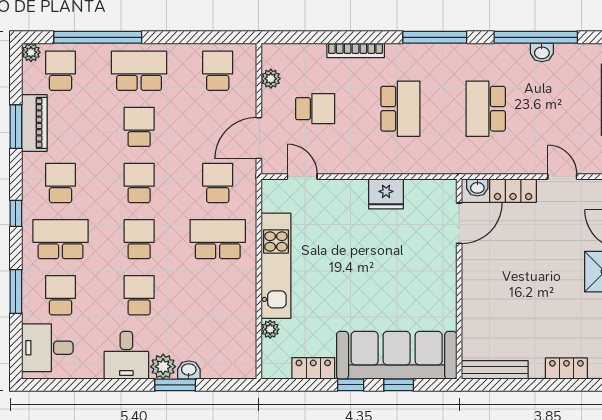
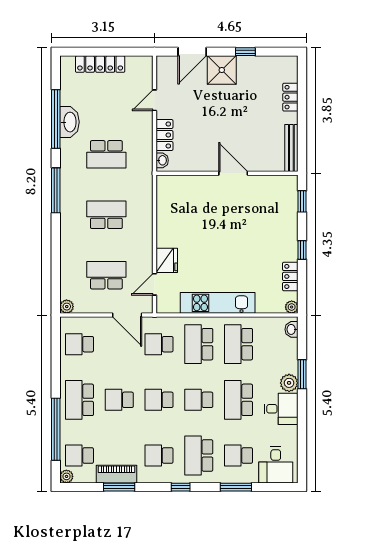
bookcase: (356, 50) -> (65, 247), removed
washbasin: (542, 52) -> (69, 122), width x1.91, depth x1.45
plant: (271, 79) -> (67, 307), moved
school desk: (315, 109) -> (106, 275), width x1.85
fridge: (386, 194) -> (167, 260), moved
door: (459, 223) -> (233, 173), moved
school desk: (139, 295) -> (239, 400), width x1.85
school desk: (218, 295) -> (239, 344), added
plant: (270, 329) -> (292, 307), moved
sofa: (397, 355) -> (281, 217), removed
washbasin: (189, 370) -> (292, 329), moved
window: (399, 385) -> (302, 201), moved

